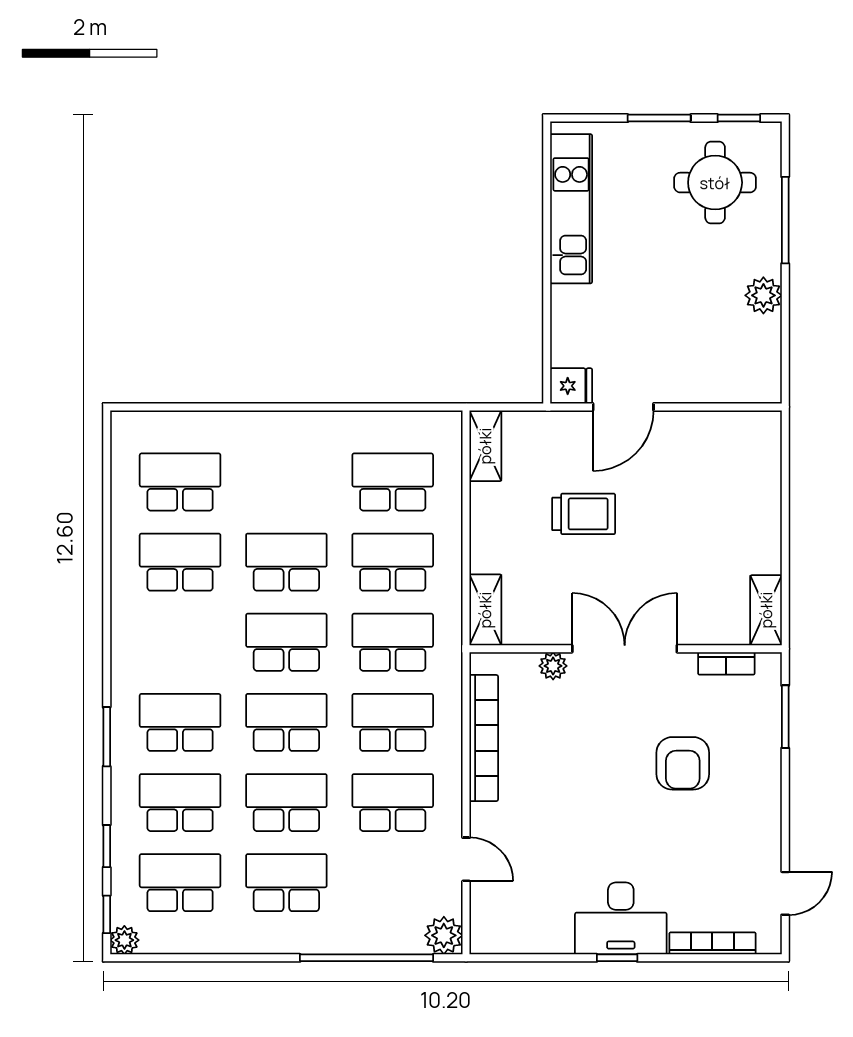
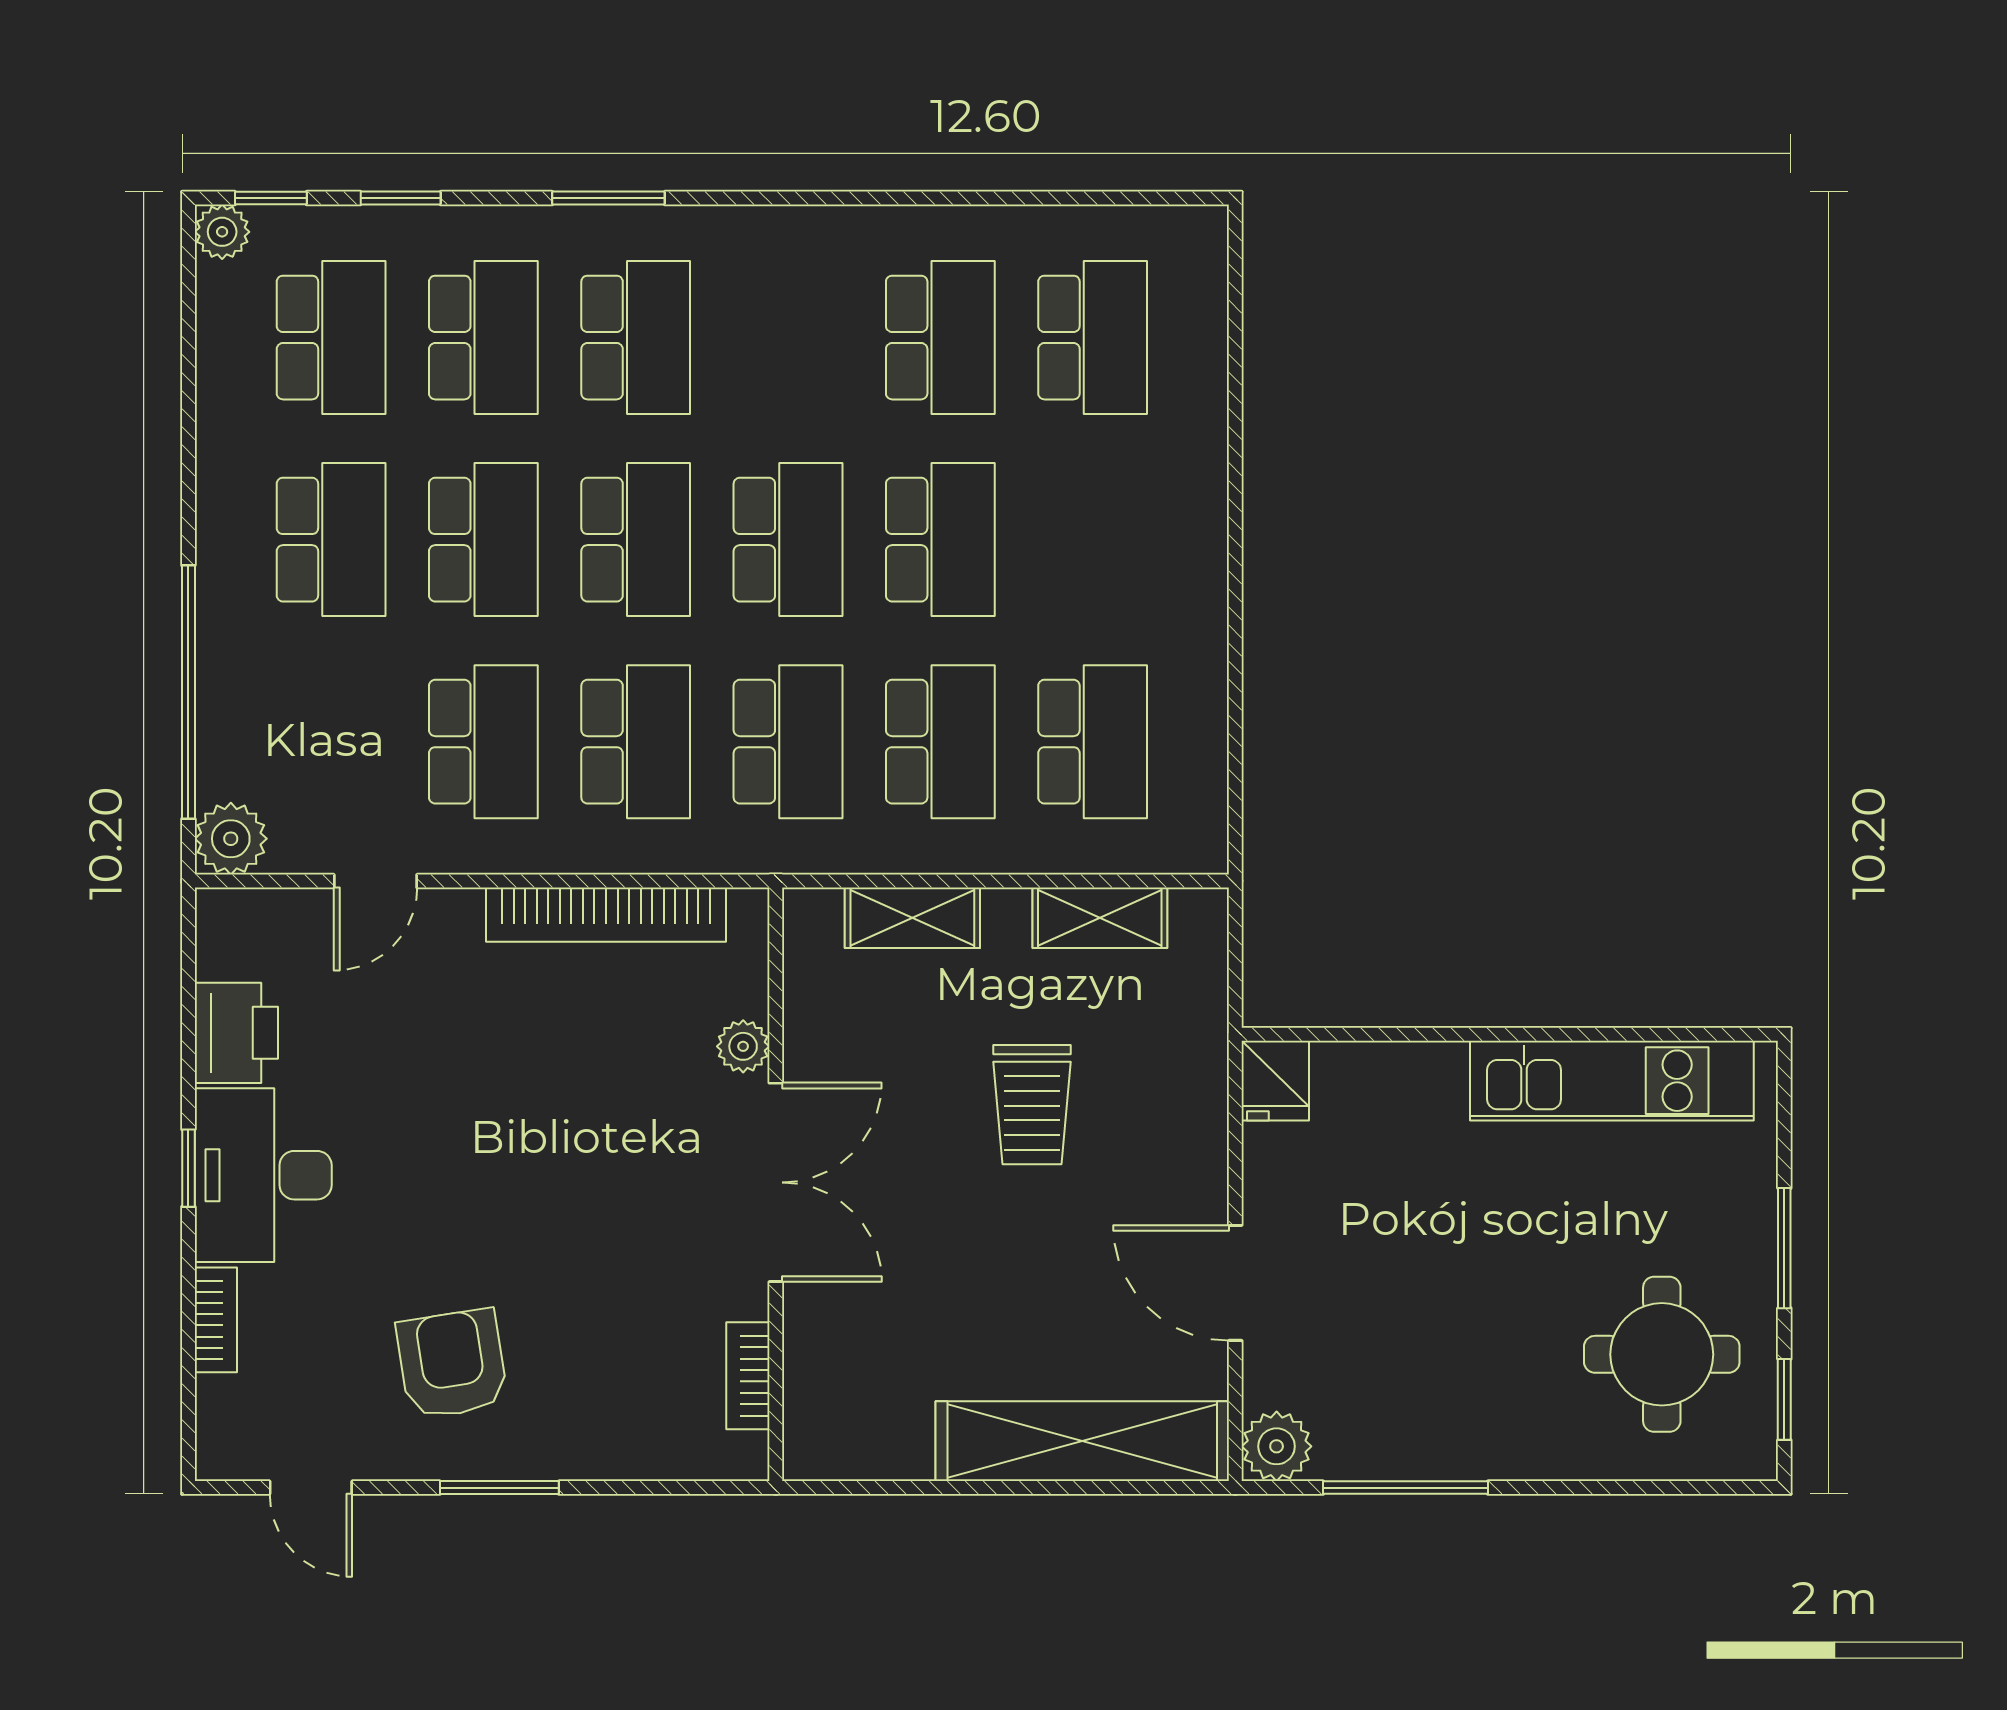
window: (785, 220) -> (1406, 1488), moved
plant: (763, 295) -> (1277, 1446), moved
door: (623, 407) -> (1235, 1283), moved
shelving: (485, 446) -> (1100, 918), moved
shelving: (485, 610) -> (912, 918), moved
shelving: (766, 610) -> (1082, 1441), moved, width x2.20, depth x1.33
window: (785, 717) -> (499, 1488), moved
armchair: (683, 763) -> (452, 1364), moved, turned 81
printer: (546, 933) -> (236, 1033), added
bookcase: (712, 943) -> (216, 1320), width x0.64

